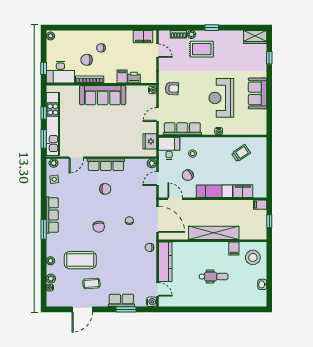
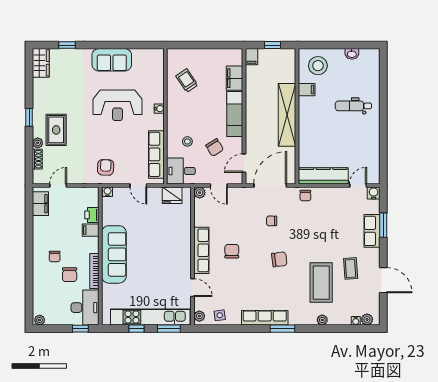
dental chair: (214, 277) -> (353, 106), moved, turned -90
plant: (51, 279) -> (367, 319), moved

